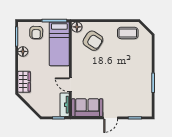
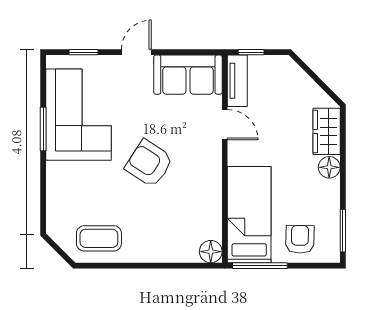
armchair: (93, 41) -> (149, 163), moved
floor lamp: (23, 51) -> (329, 167), moved
corner sofa: (137, 89) -> (79, 115), added

